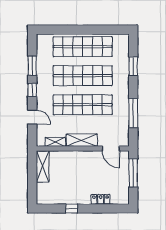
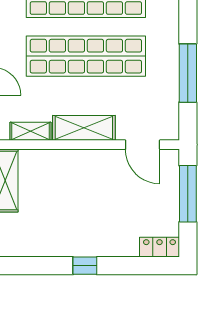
locker: (101, 199) -> (159, 247), moved
window: (72, 209) -> (85, 266), moved

